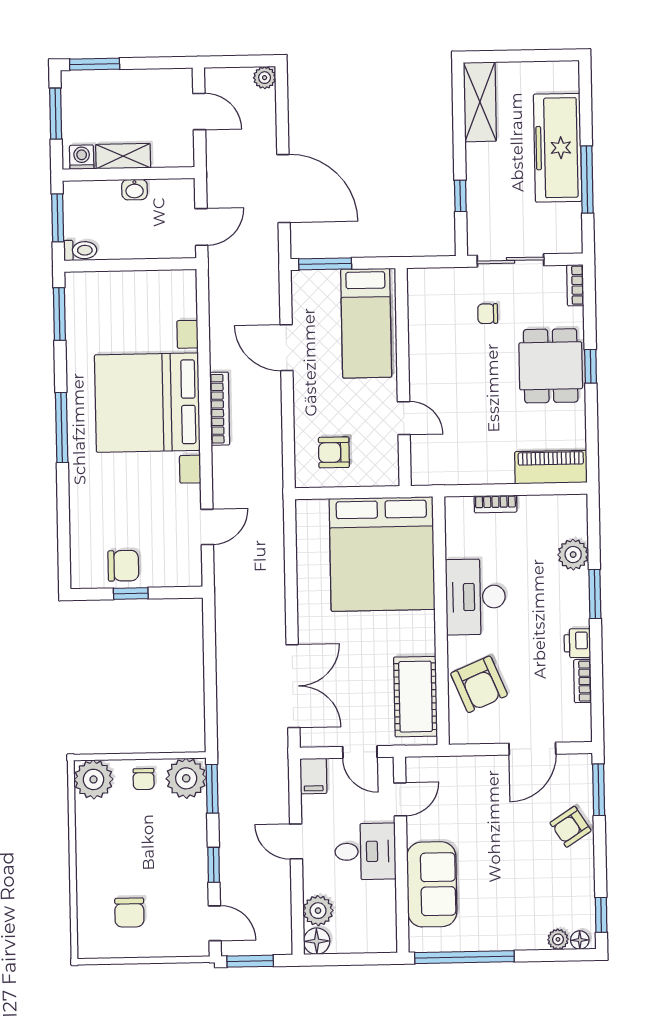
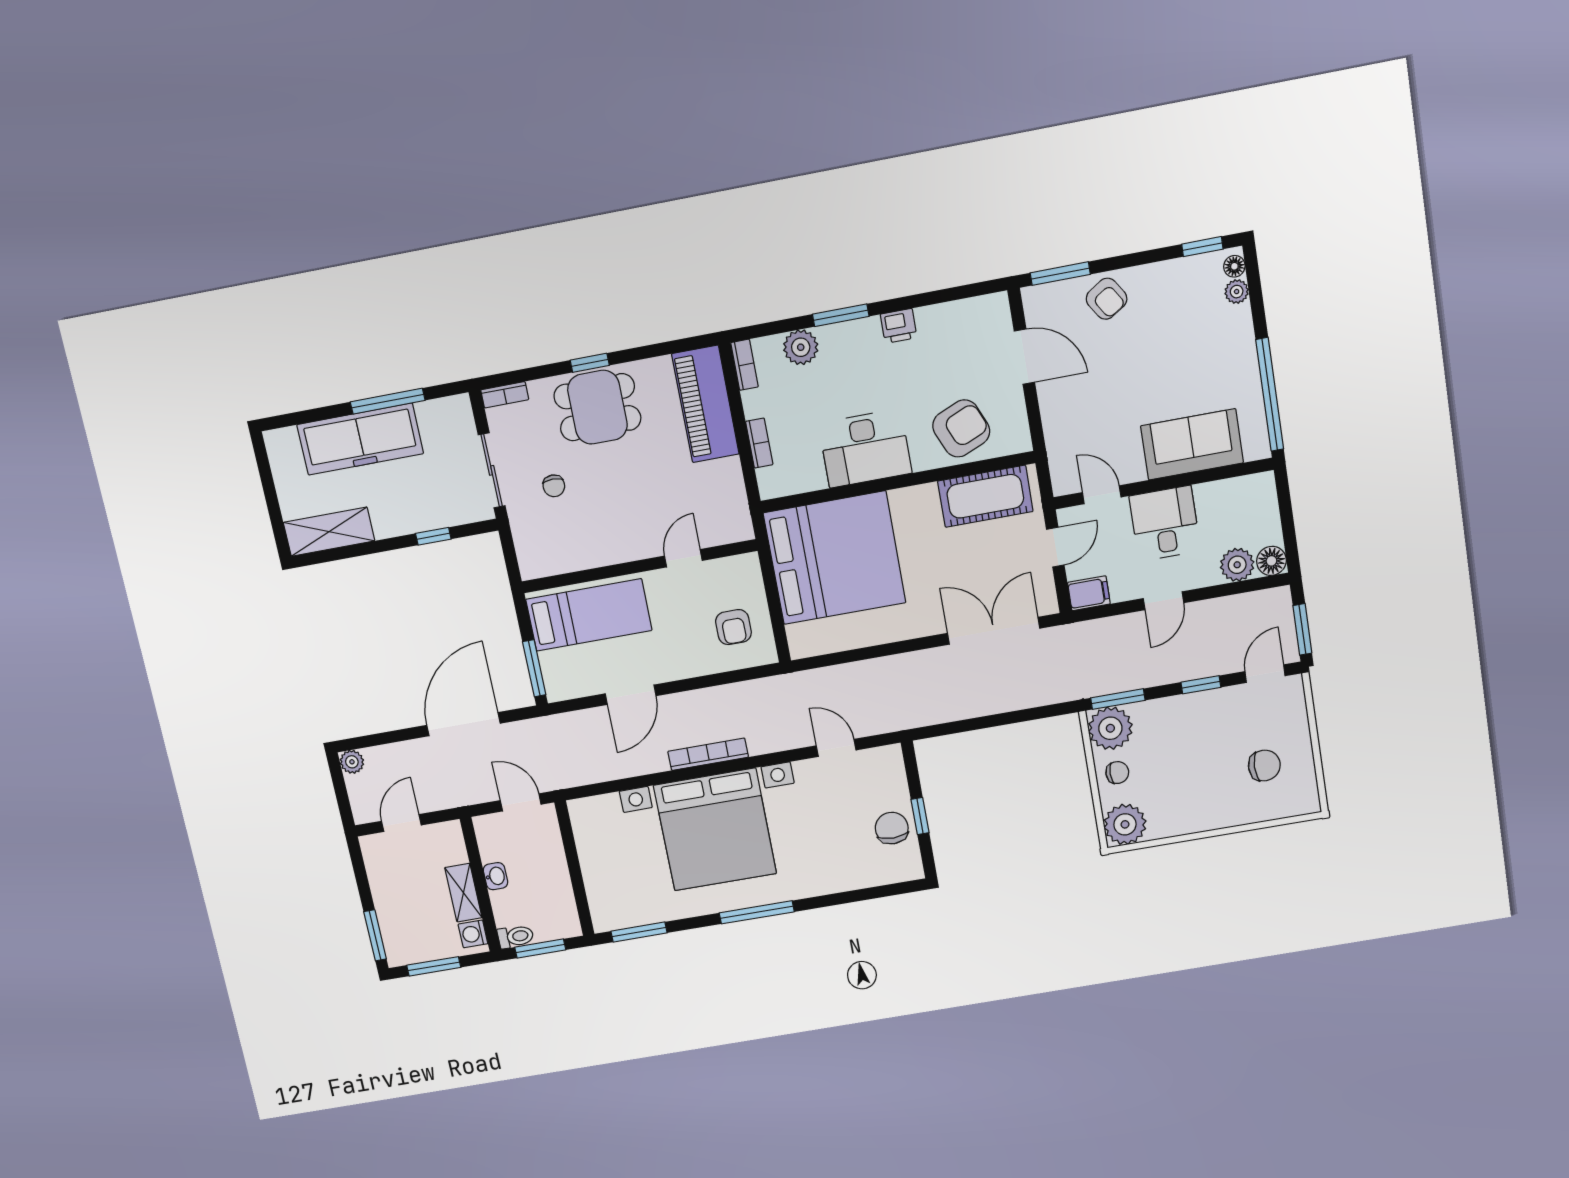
toilet: (80, 250) -> (516, 937), moved, turned 90
piano: (551, 467) -> (705, 404), width x1.37, depth x1.33
bookcase: (583, 681) -> (745, 365), moved, turned -90

